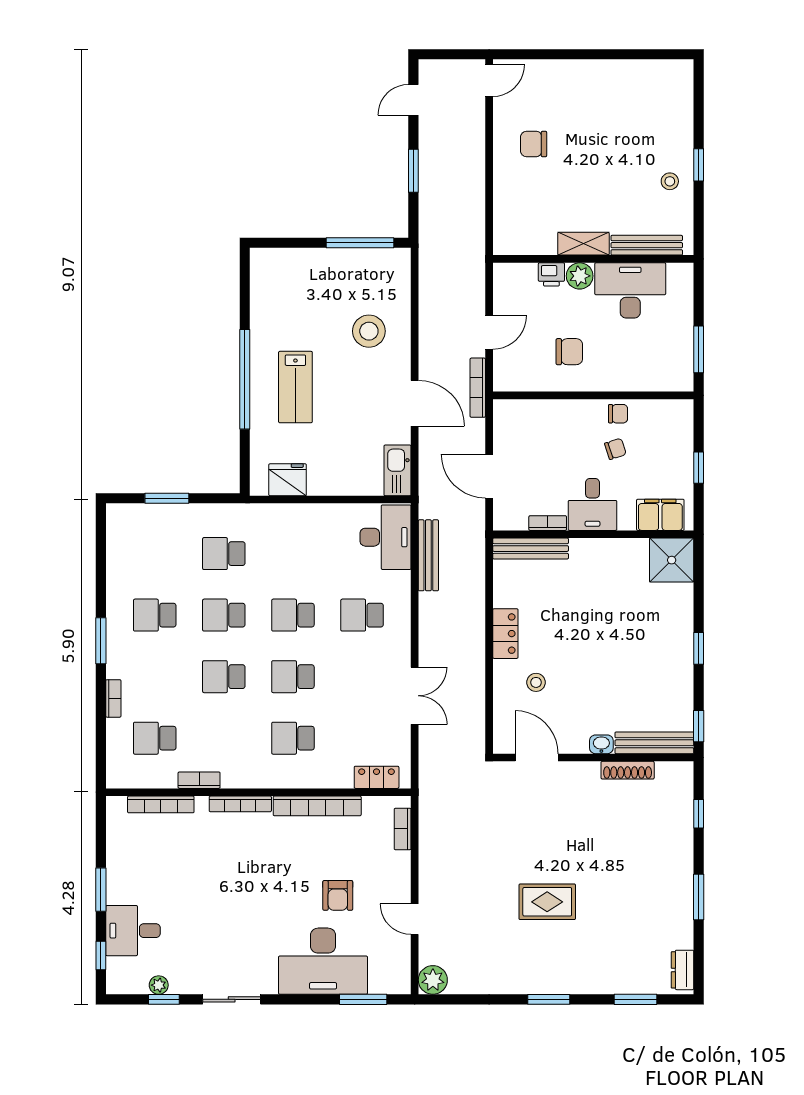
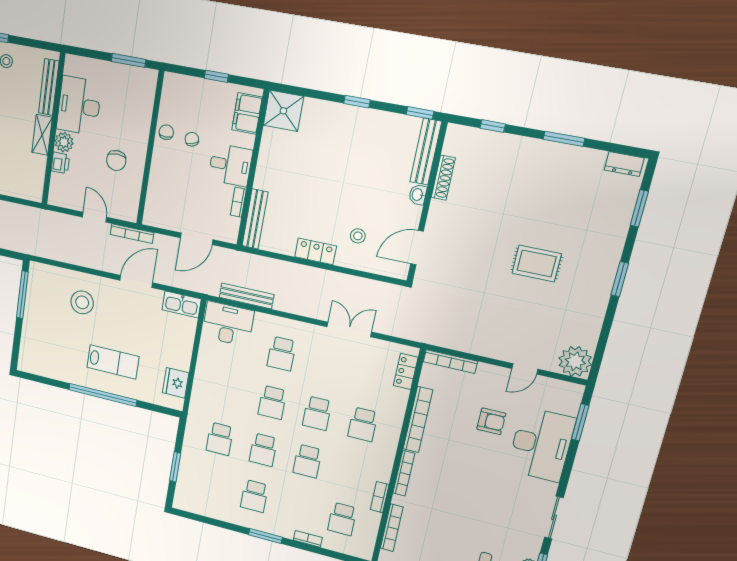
chair: (569, 352) -> (116, 160), turned 180
bookcase: (403, 829) -> (450, 362), width x1.56
rug: (547, 902) -> (537, 263), turned 90
plant: (433, 980) -> (575, 361), width x1.36, depth x1.36

